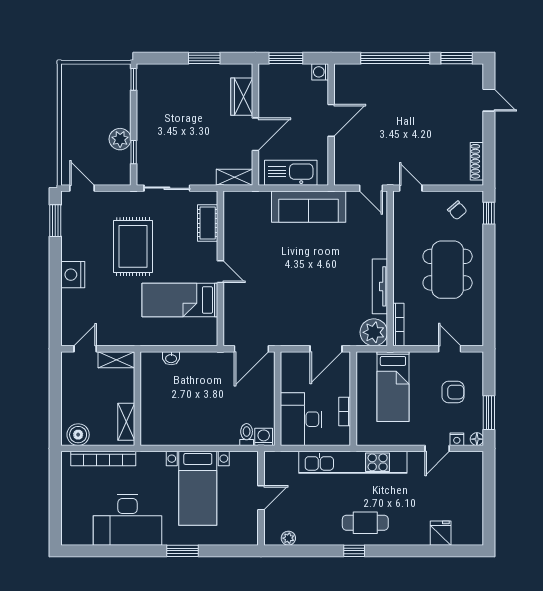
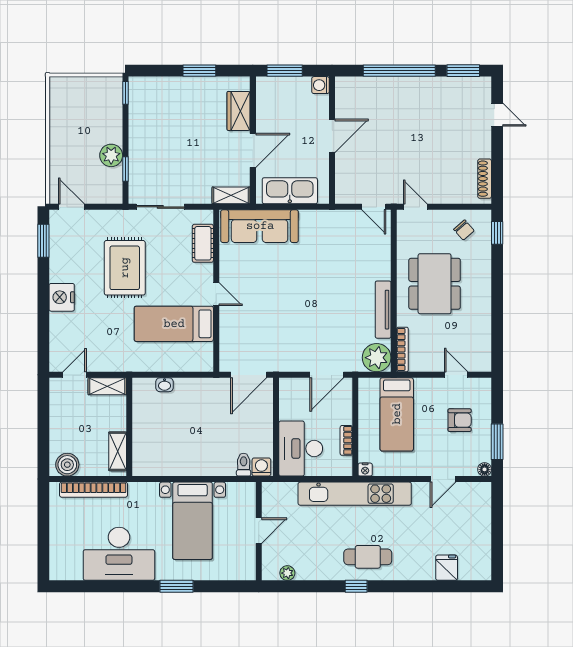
sofa: (309, 207) -> (260, 226), moved
dining table: (448, 270) -> (435, 284), moved
nightstand: (457, 439) -> (365, 470), moved

